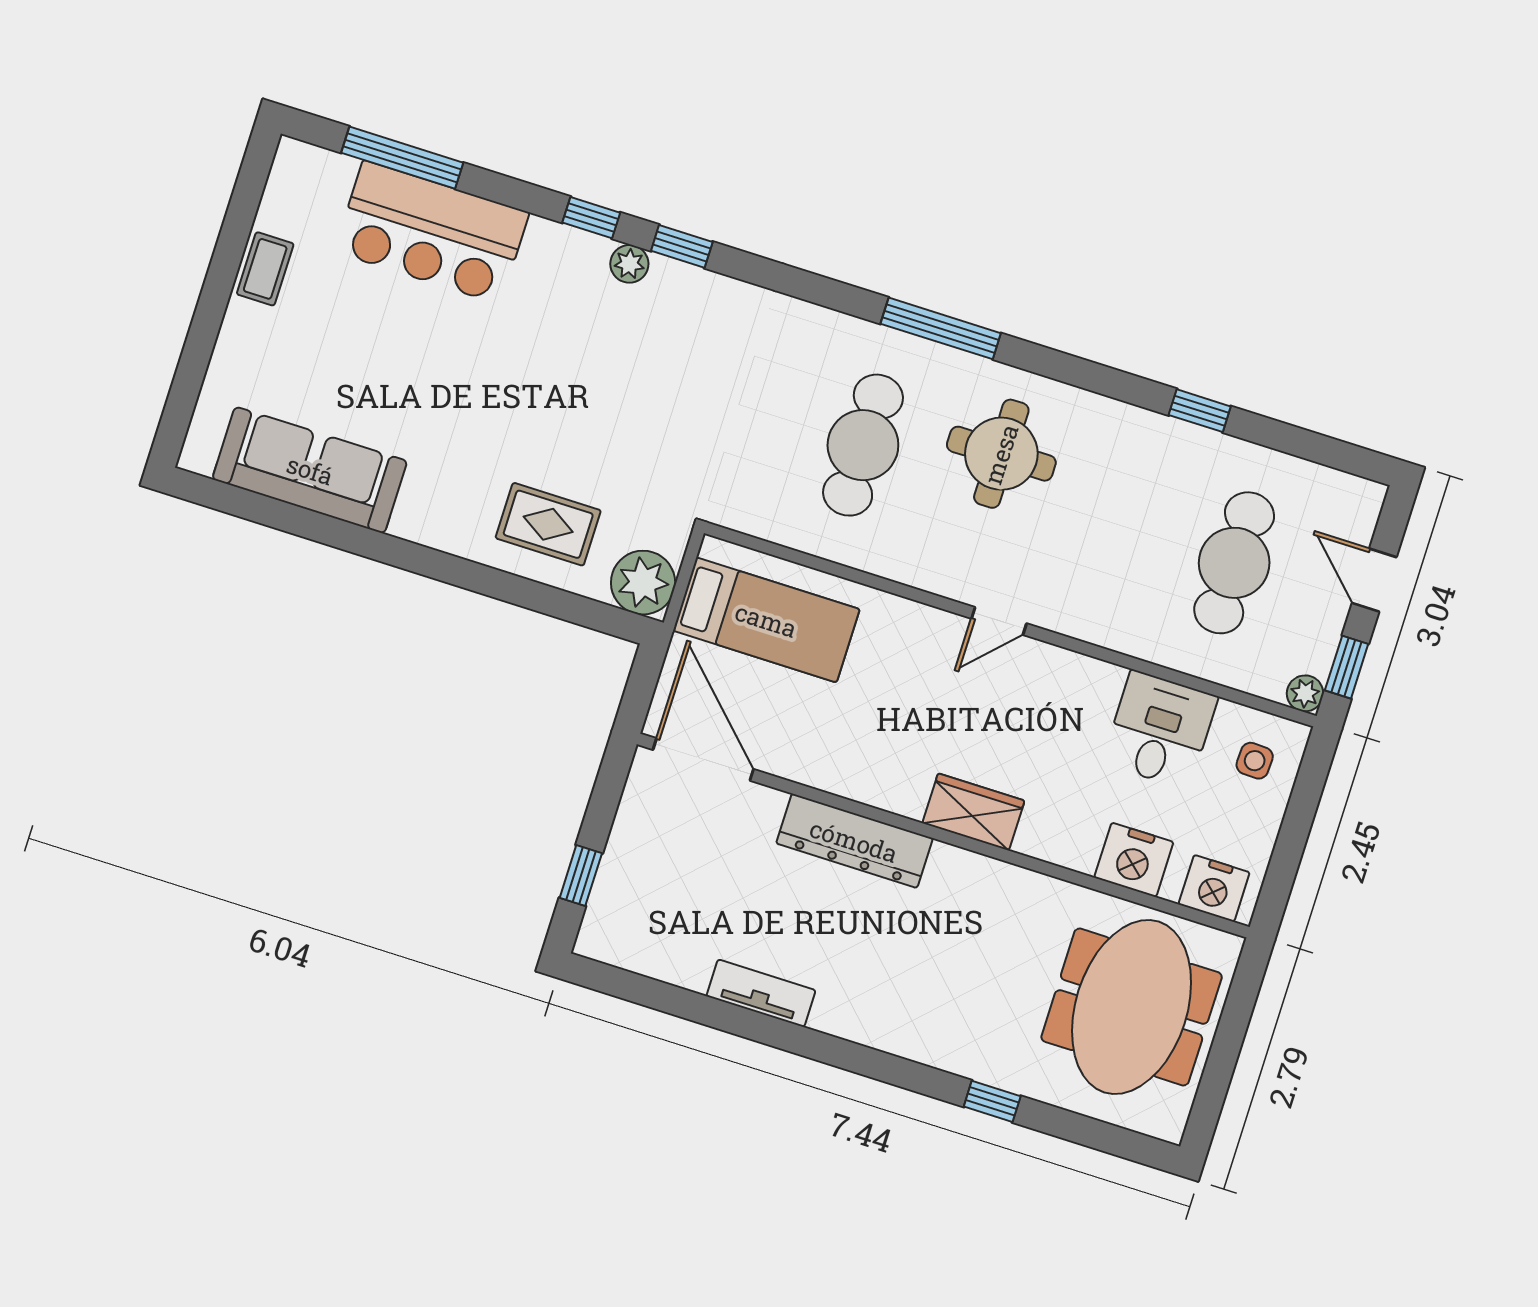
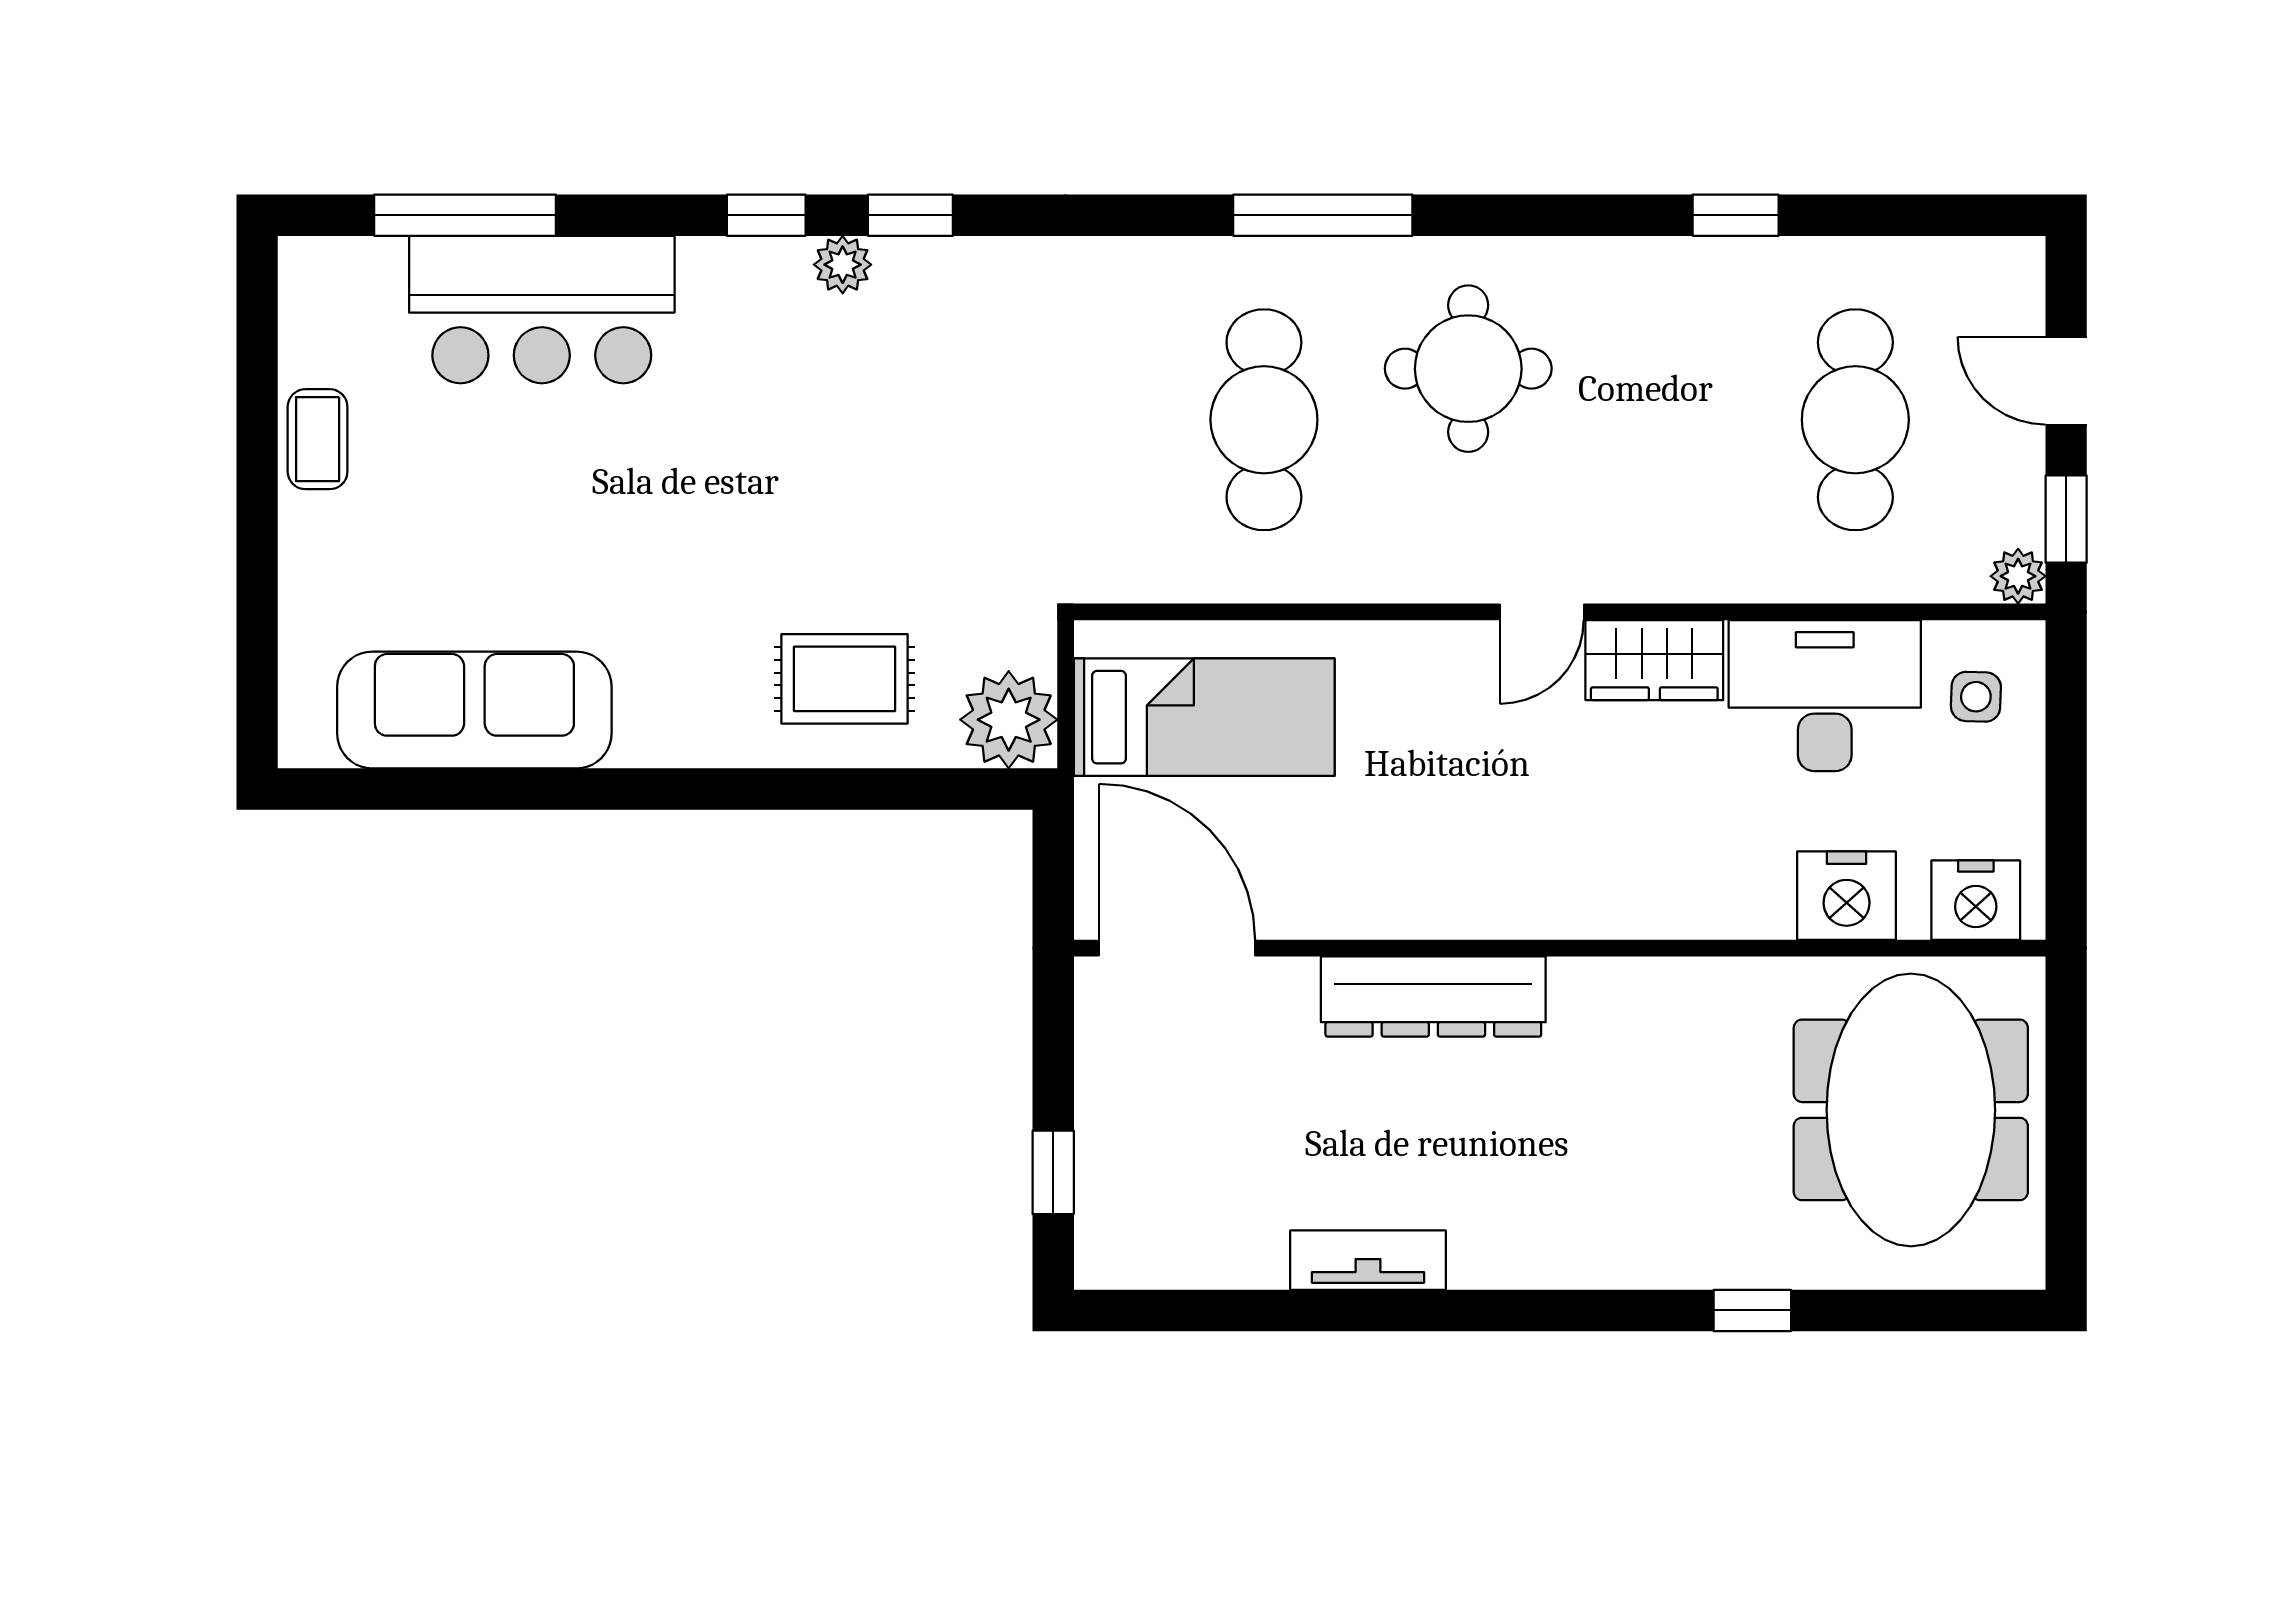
desk: (1160, 730) -> (1825, 696), width x1.37
wardrobe: (973, 812) -> (1654, 660), moved, turned 180

